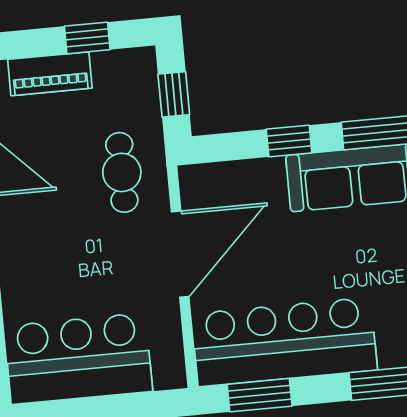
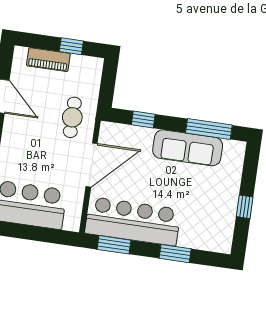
window: (174, 94) -> (108, 85), removed
window: (289, 141) -> (143, 120), moved

